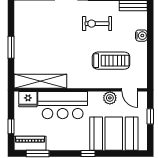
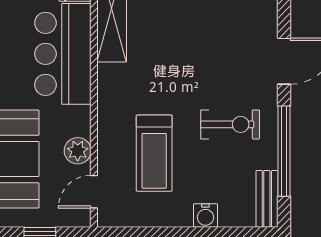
exercise bike: (97, 24) -> (230, 124), turned 90

